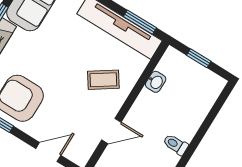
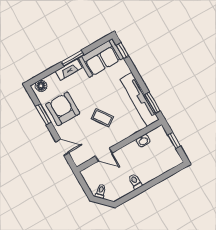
coffee table: (103, 80) -> (102, 118), moved

